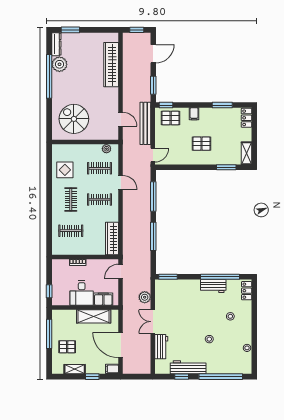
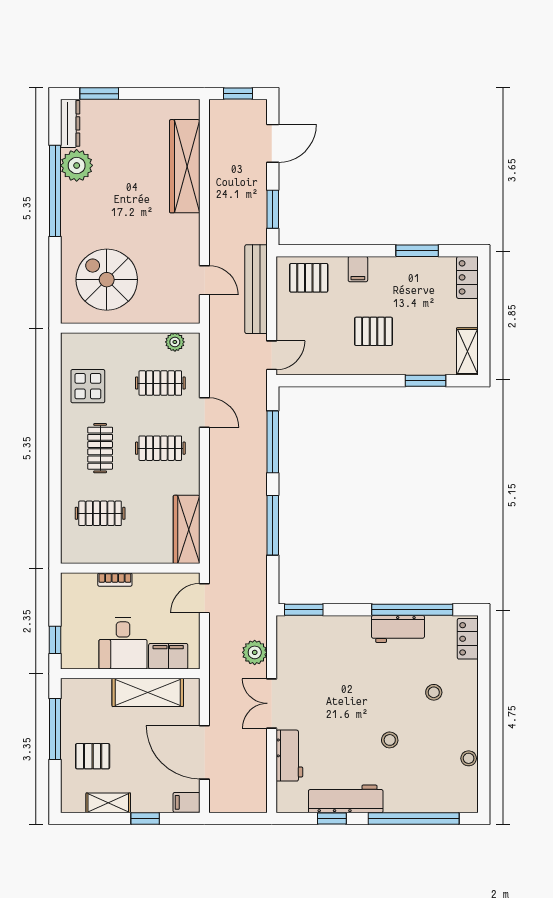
window: (166, 105) -> (299, 251), removed

